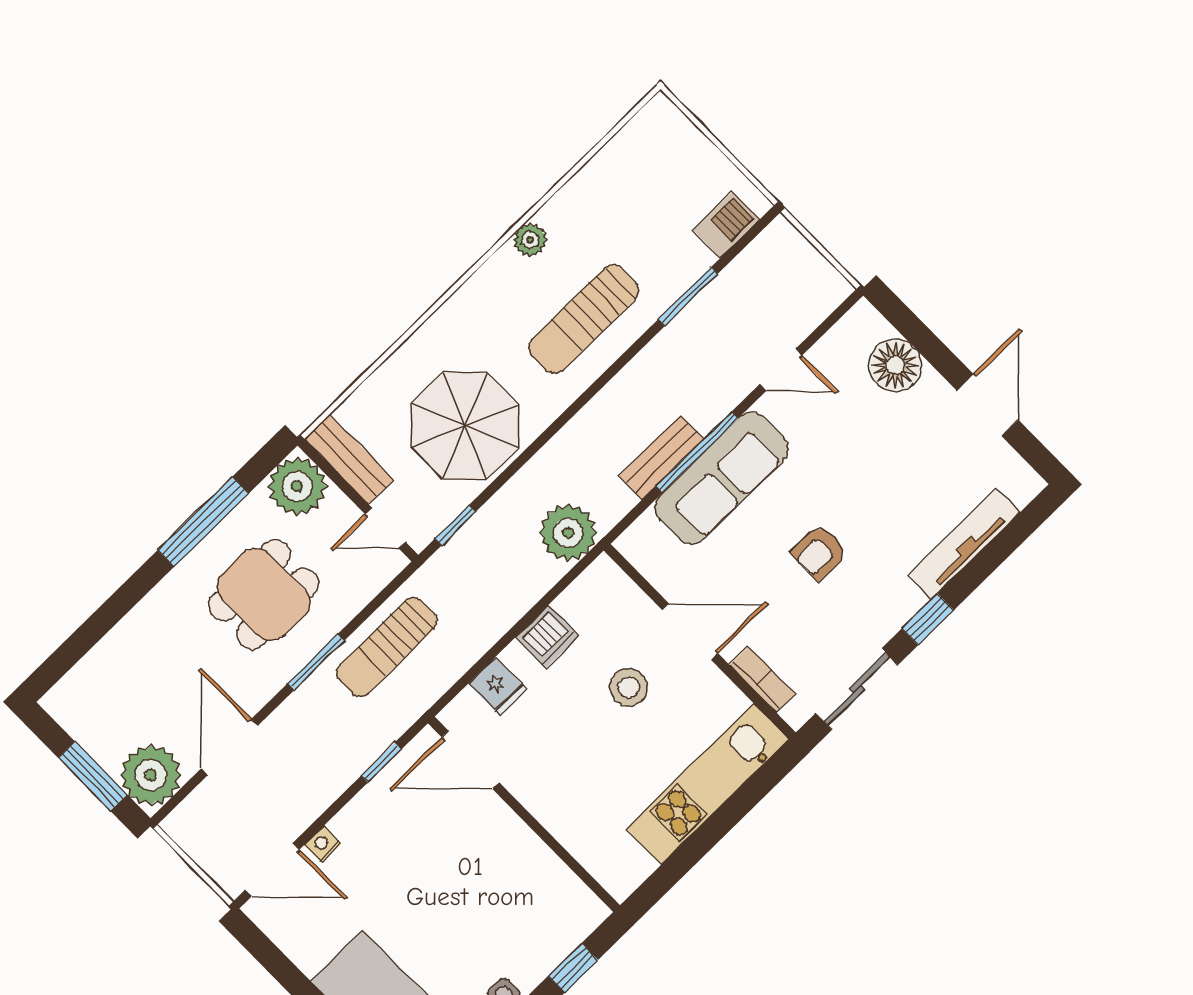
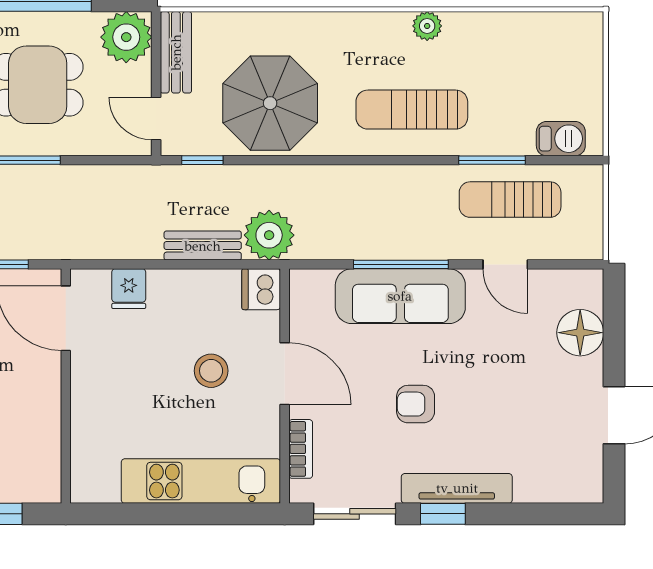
bench: (661, 458) -> (203, 246), moved
tv unit: (964, 544) -> (457, 488), moved
dishwasher: (547, 637) -> (261, 289), moved, turned 90
sun lounger: (387, 647) -> (510, 200), moved

